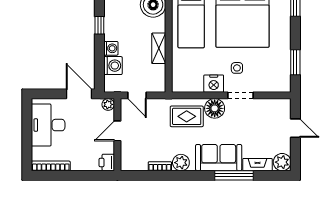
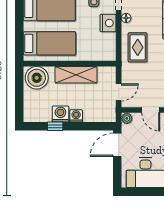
shelving: (159, 48) -> (76, 75), width x1.50, depth x1.33
washing machine: (113, 66) -> (60, 114), moved
floor lamp: (215, 108) -> (126, 18), width x0.53, depth x0.53

